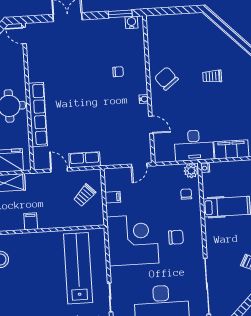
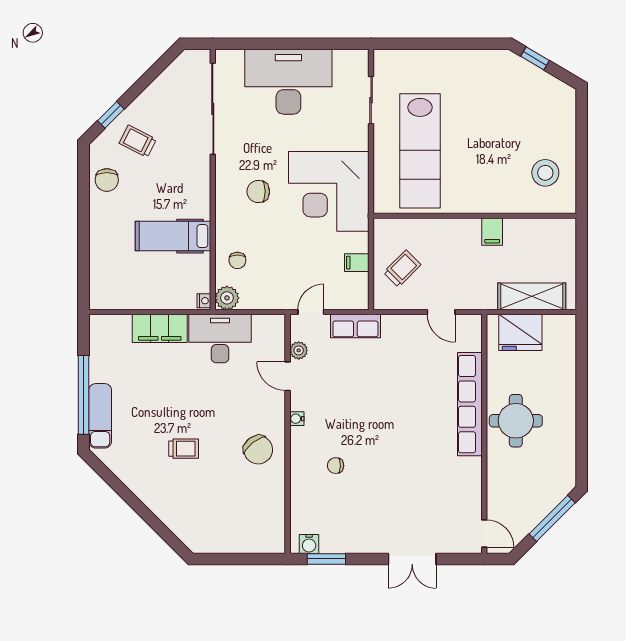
plant: (145, 141) -> (299, 350), added
row of seats: (85, 160) -> (355, 326), moved

